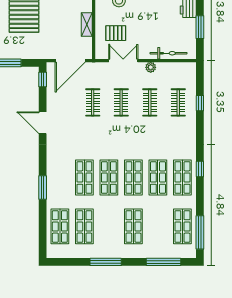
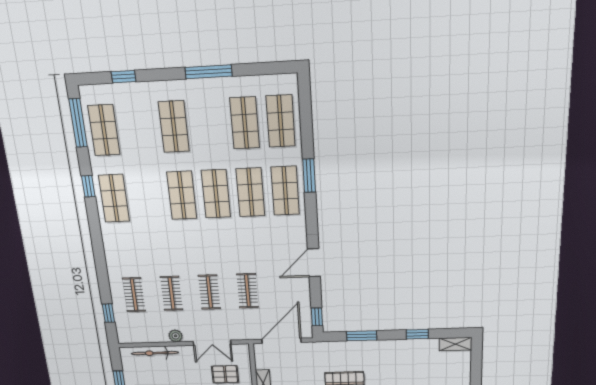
window: (200, 103) -> (108, 313), moved
door: (43, 123) -> (314, 263), swing flipped
window: (200, 169) -> (88, 186), moved
shop shelf: (158, 178) -> (285, 191), moved
window: (164, 262) -> (124, 77), width x0.46

